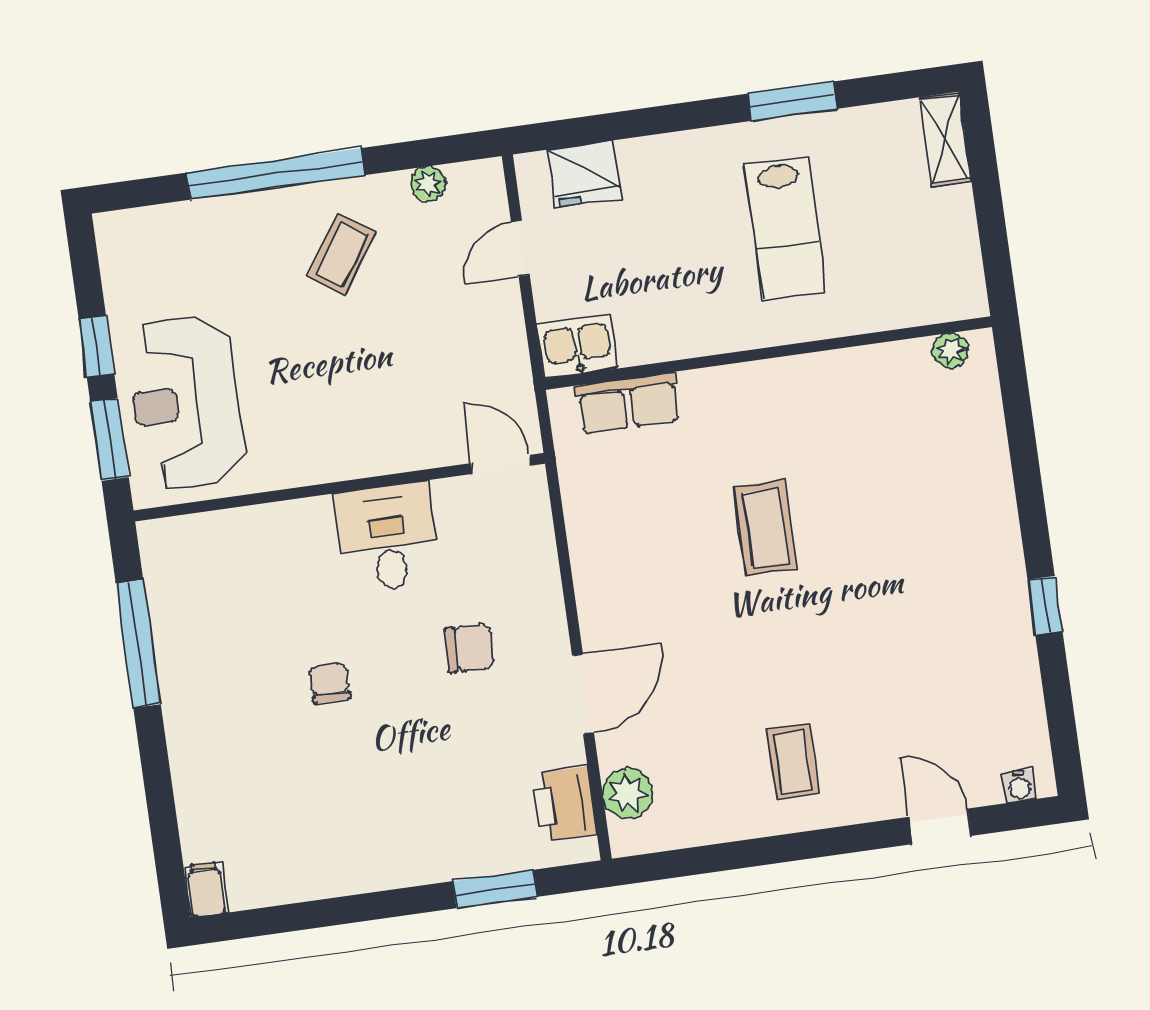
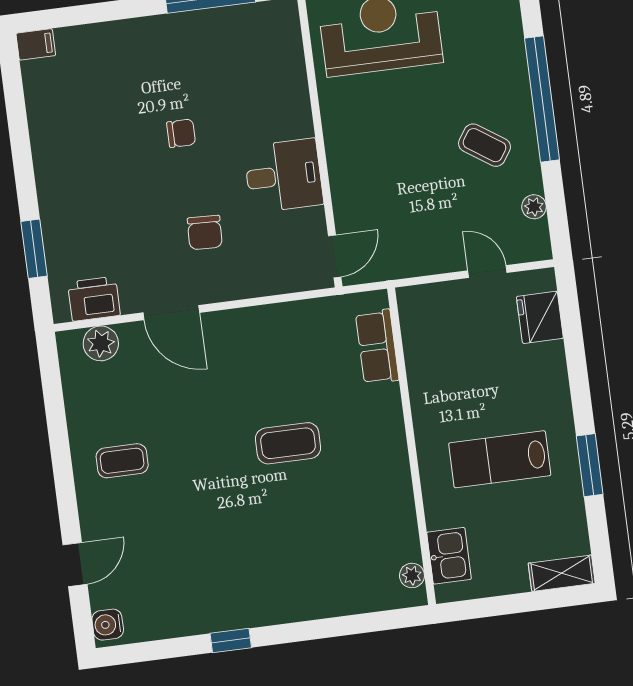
kitchen sink: (577, 347) -> (449, 556), moved
water cooler: (1019, 786) -> (108, 625), width x1.38, depth x1.38

